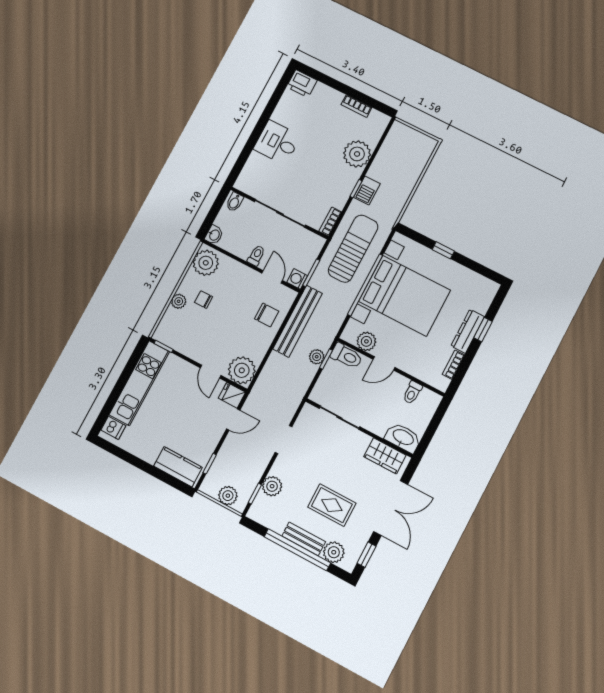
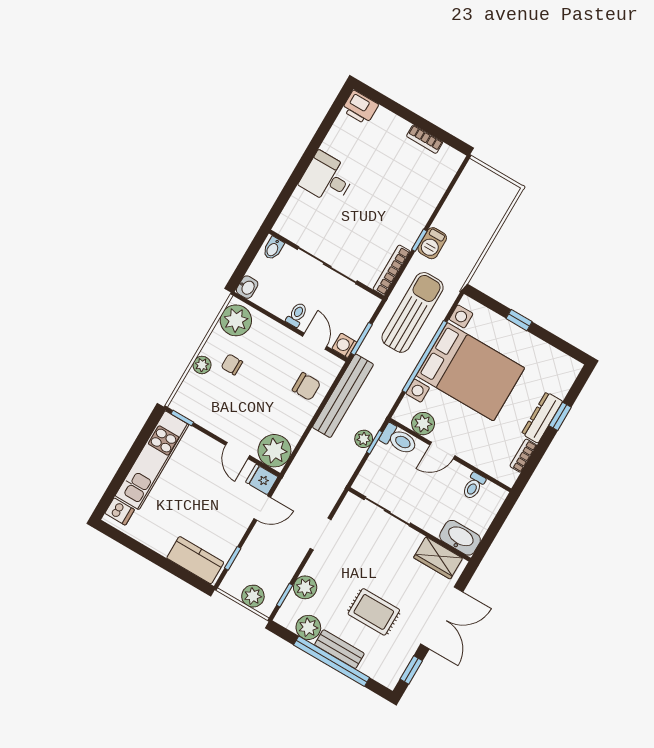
plant: (357, 154) -> (423, 198), removed
bookcase: (330, 222) -> (392, 270), width x1.56
plant: (334, 552) -> (308, 627), moved

